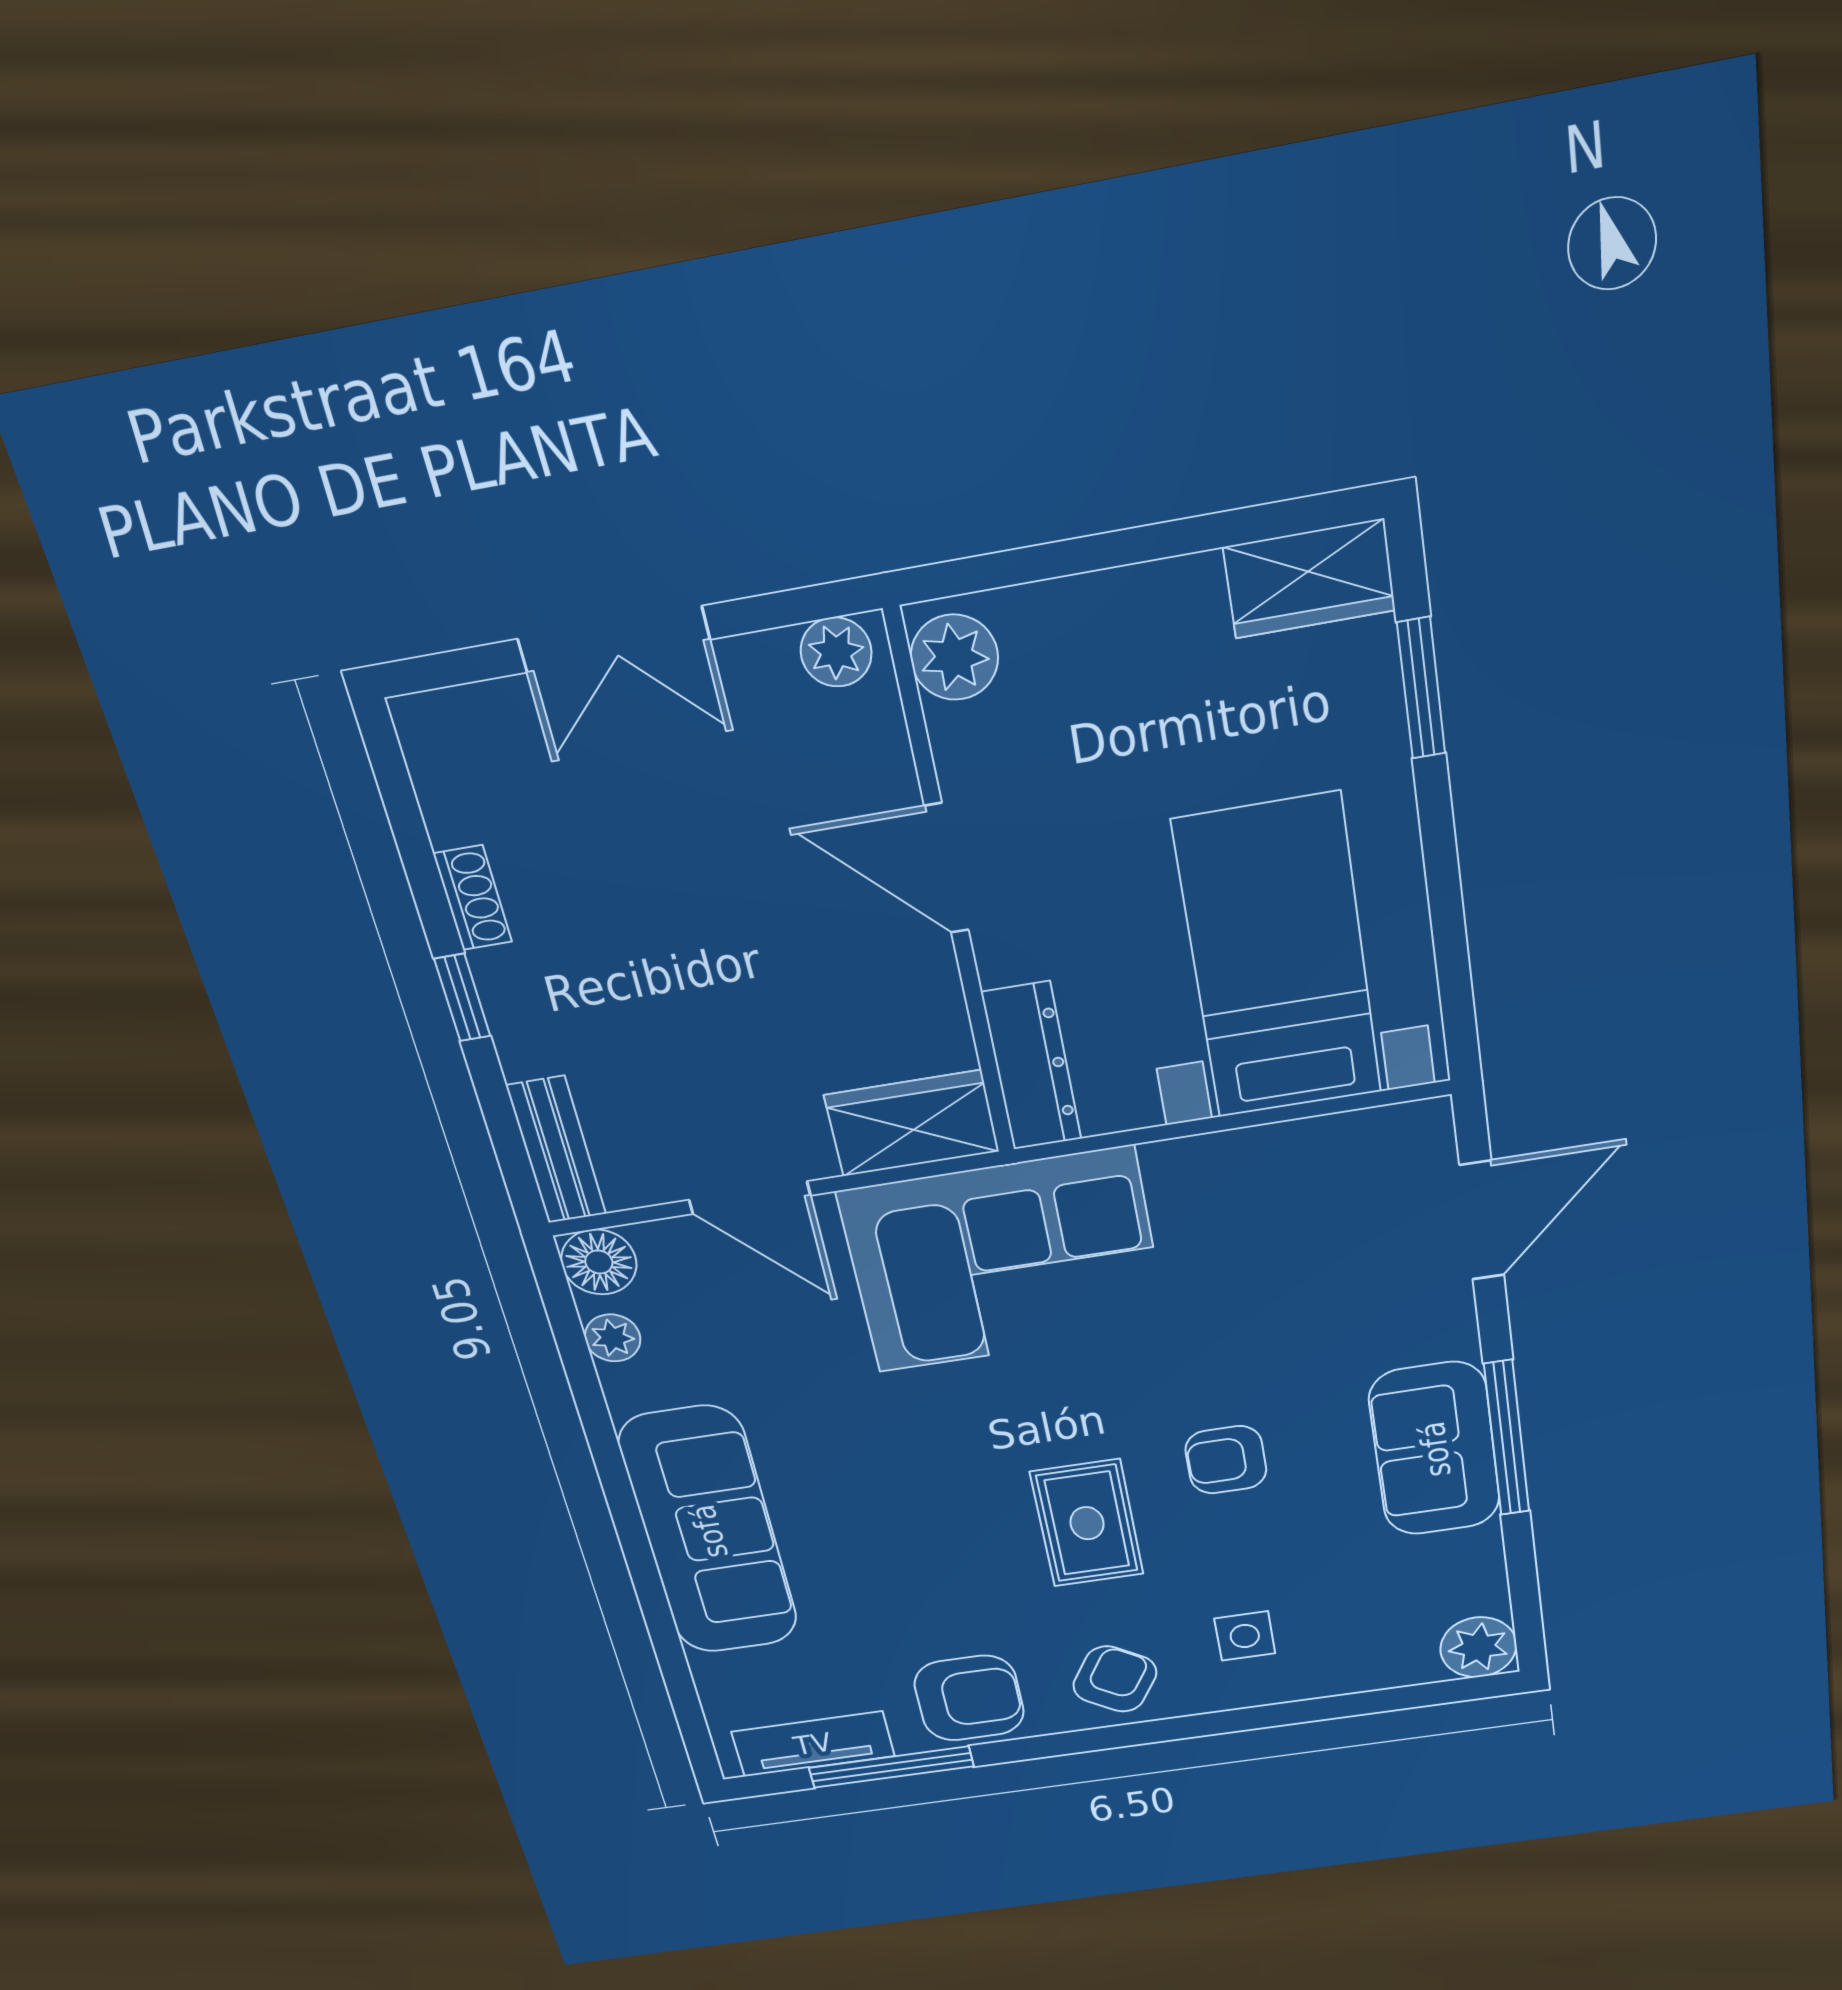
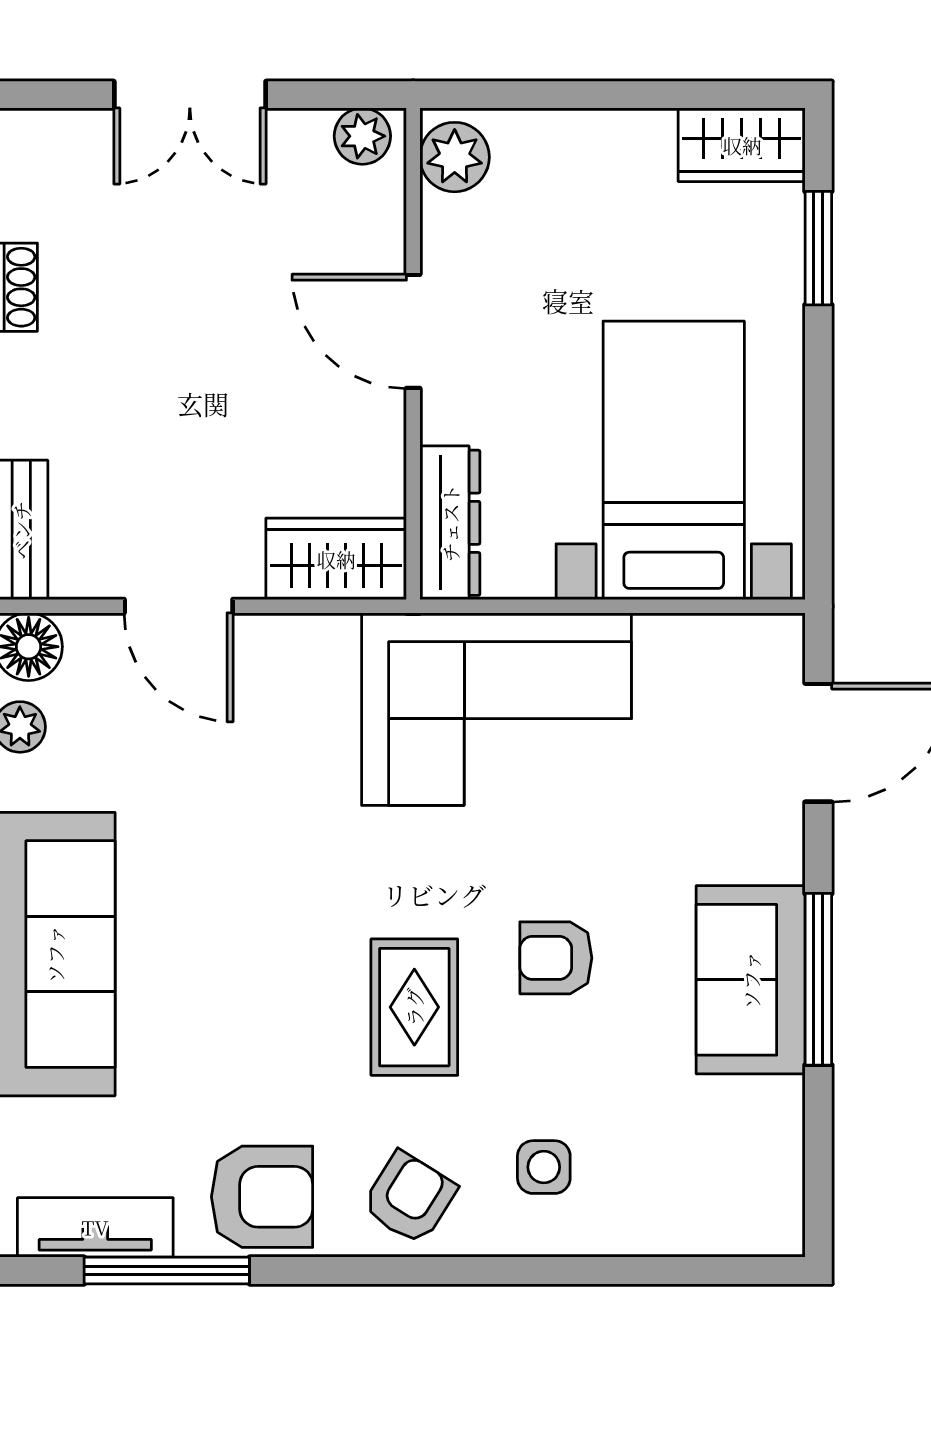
corner sofa: (1004, 1261) -> (496, 709), moved
plant: (1478, 1647) -> (768, 1220), removed

